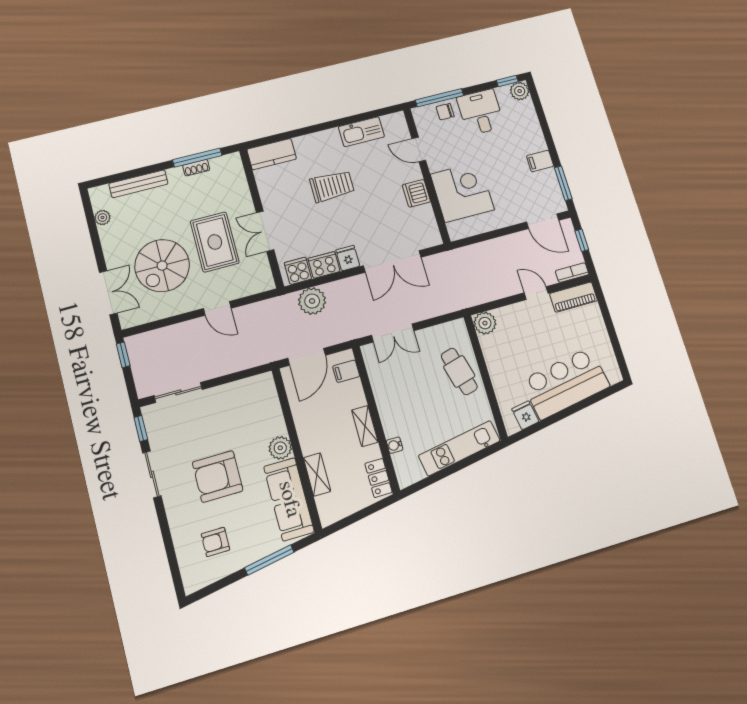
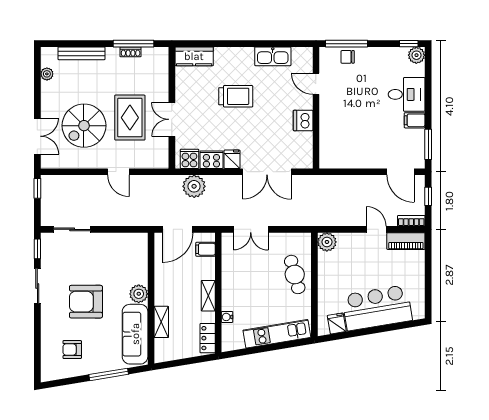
desk: (481, 112) -> (407, 94), moved, turned 90
corner desk: (462, 192) -> (341, 129), removed

